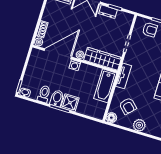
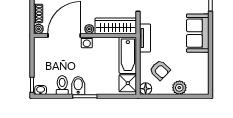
shower: (70, 103) -> (128, 83), moved

